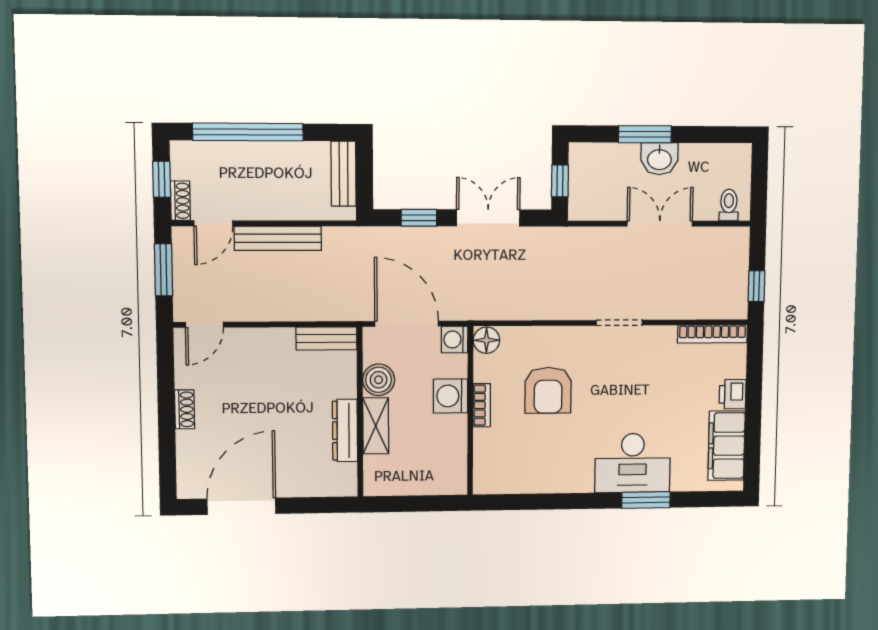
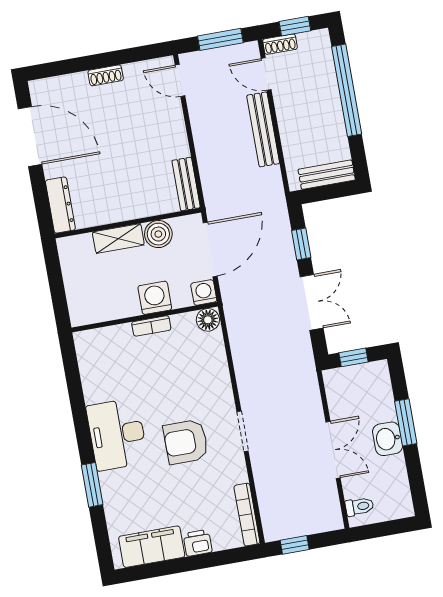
armchair: (548, 390) -> (186, 442), moved
dresser: (345, 431) -> (60, 205), moved, turned 90
desk: (633, 463) -> (117, 434), moved

